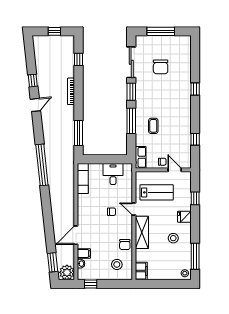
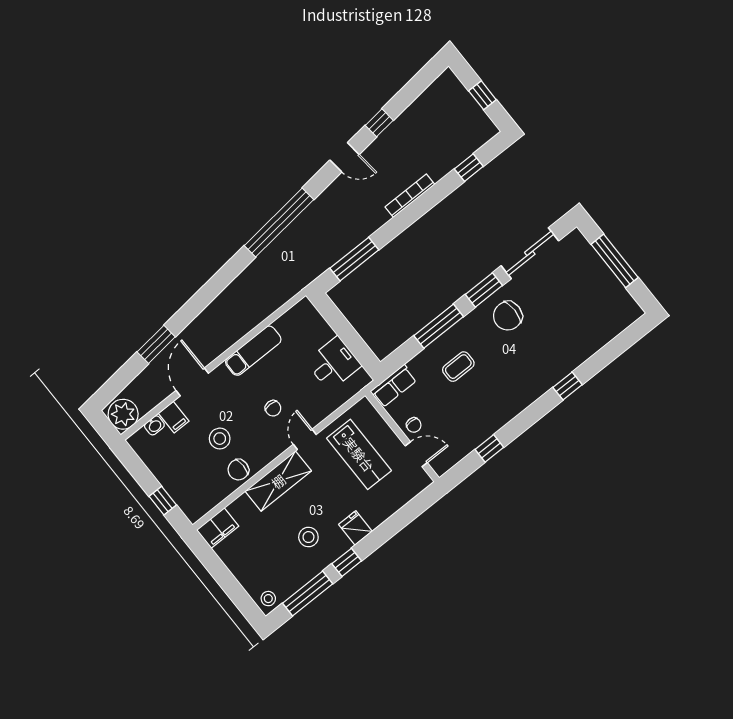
chair: (161, 67) -> (508, 316), moved
window: (42, 165) -> (279, 223), moved
door: (175, 170) -> (416, 454), hinge flipped
exam couch: (83, 178) -> (253, 351), moved
window: (195, 198) -> (347, 562), moved
door: (76, 235) -> (192, 382), hinge flipped
window: (53, 262) -> (156, 344), moved
stool: (117, 264) -> (220, 439), moved
window: (91, 284) -> (163, 501), moved

